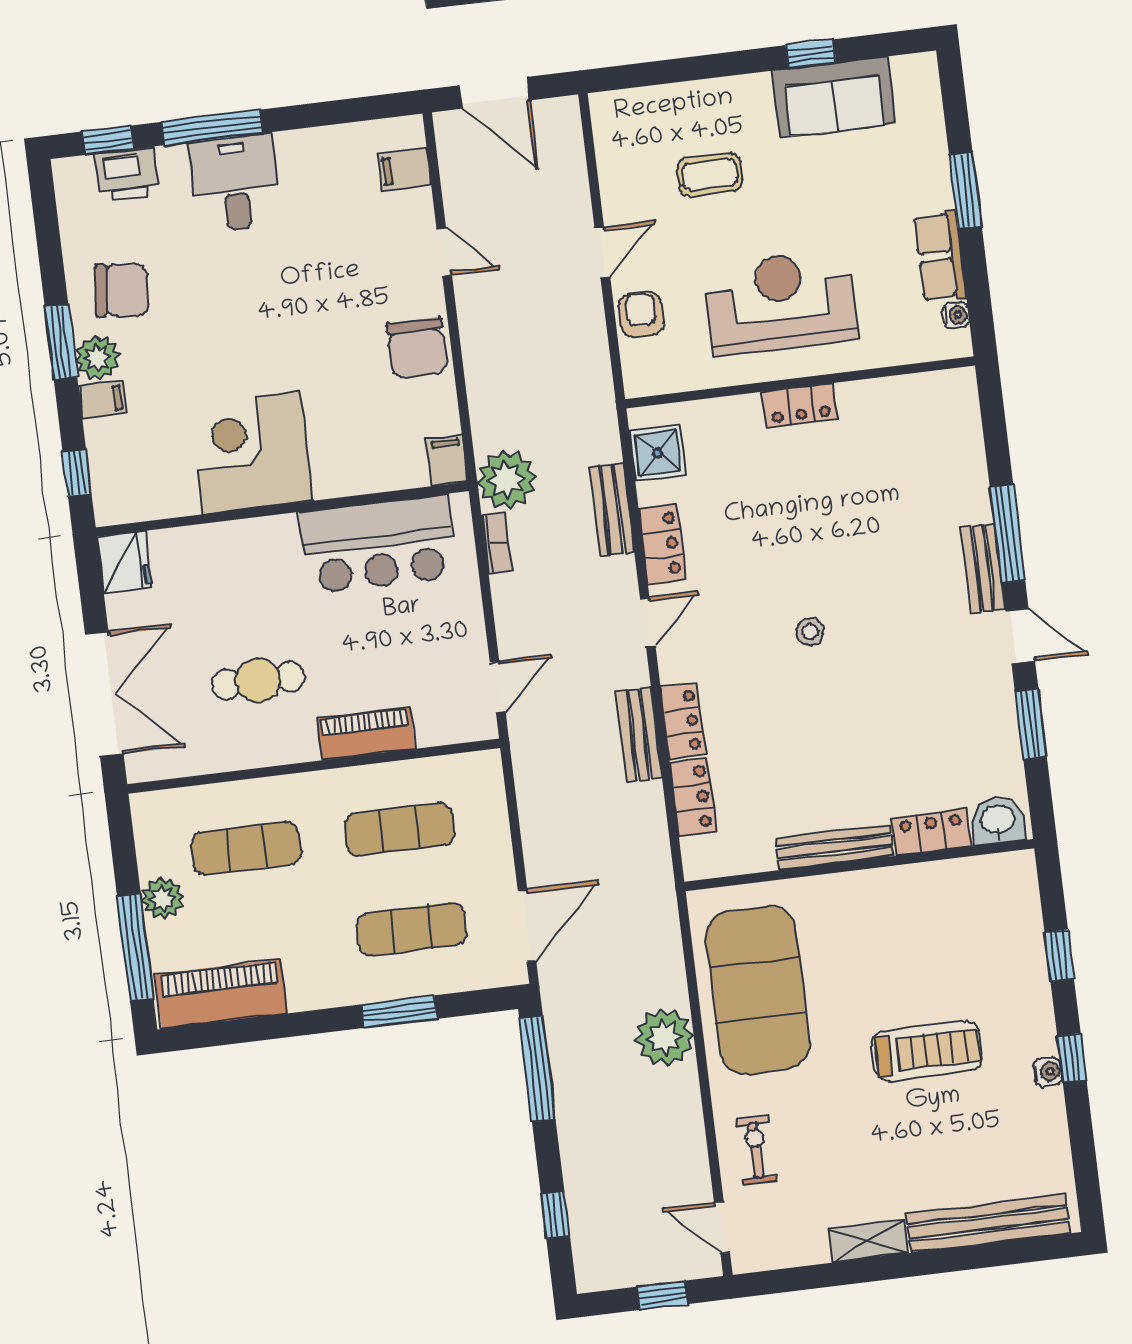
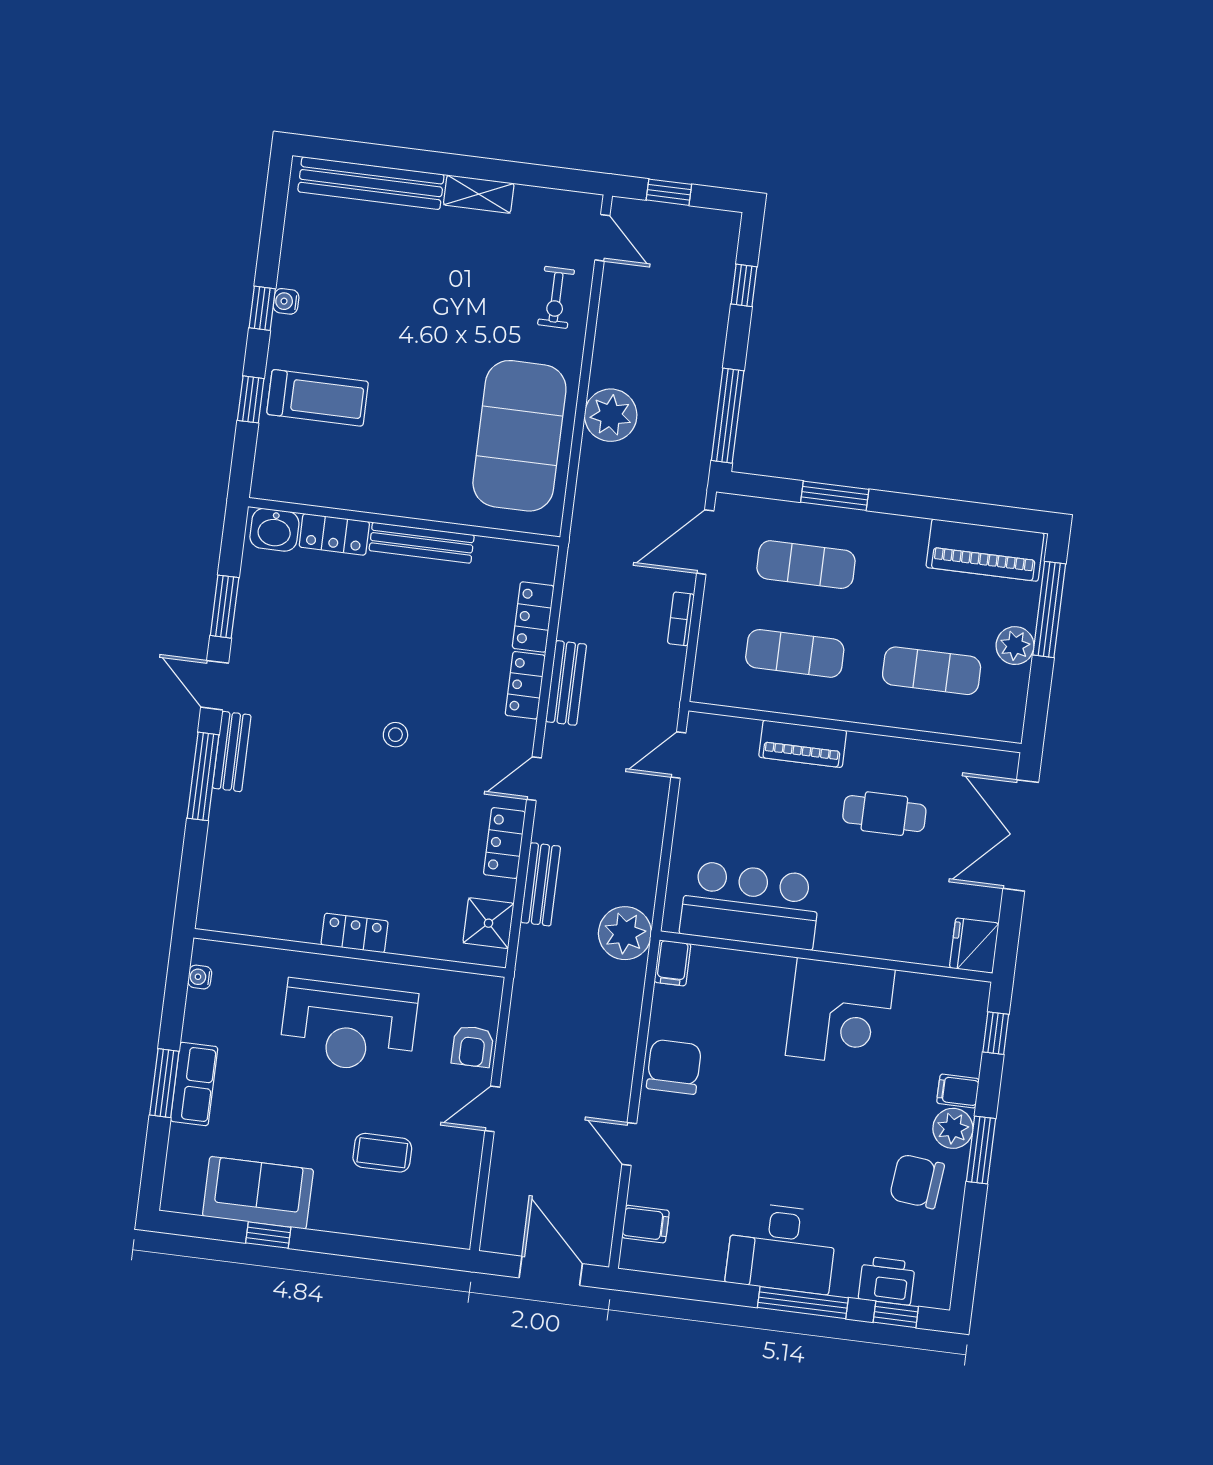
desk: (235, 183) -> (782, 1248), width x1.37
row of seats: (940, 256) -> (194, 1084), moved
bookcase: (496, 543) -> (681, 619), moved
treadmill: (927, 1051) -> (318, 398), moved, turned 180

